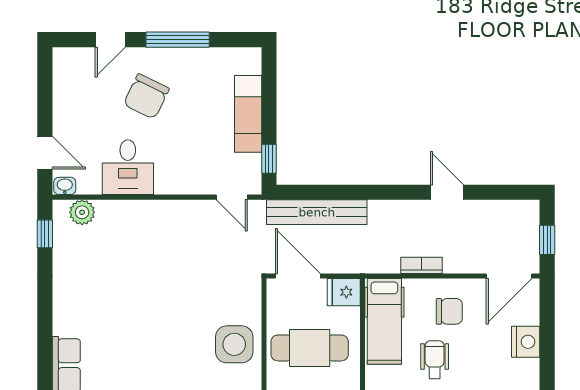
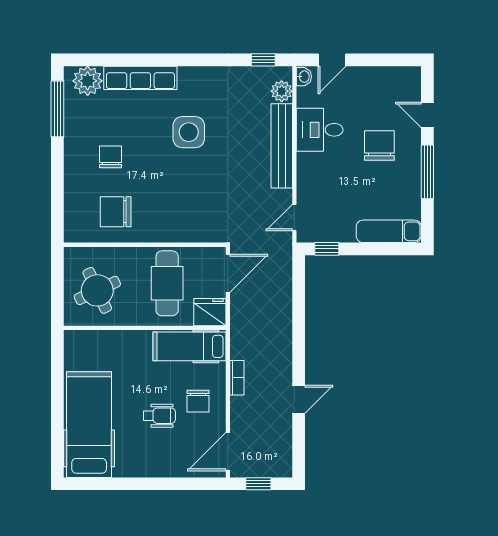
chair: (146, 96) -> (379, 145), turned 64
exam couch: (248, 114) -> (389, 231), moved
bench: (317, 212) -> (282, 146), moved
door: (509, 276) -> (228, 452), hinge flipped
fridge: (344, 292) -> (210, 312), width x1.38
nightstand: (526, 342) -> (172, 466), removed
side table: (234, 344) -> (189, 132), moved
wheelchair: (435, 360) -> (159, 416), moved

